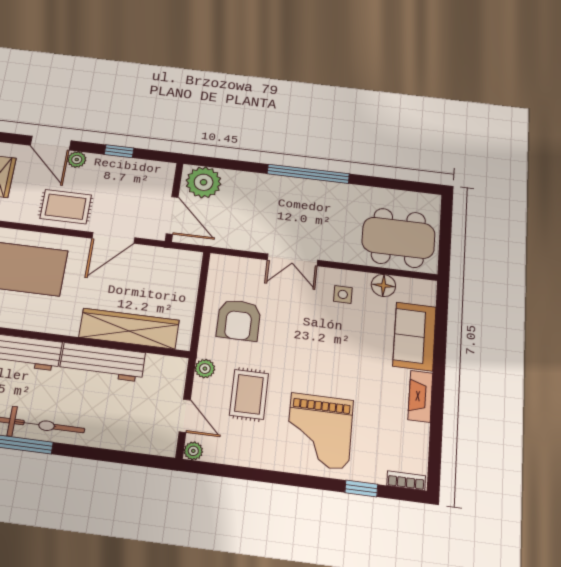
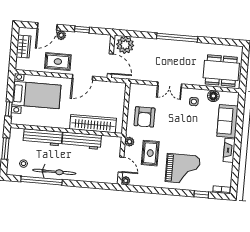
door: (51, 143) -> (47, 27), hinge flipped
grand piano: (319, 431) -> (183, 169), turned -90

